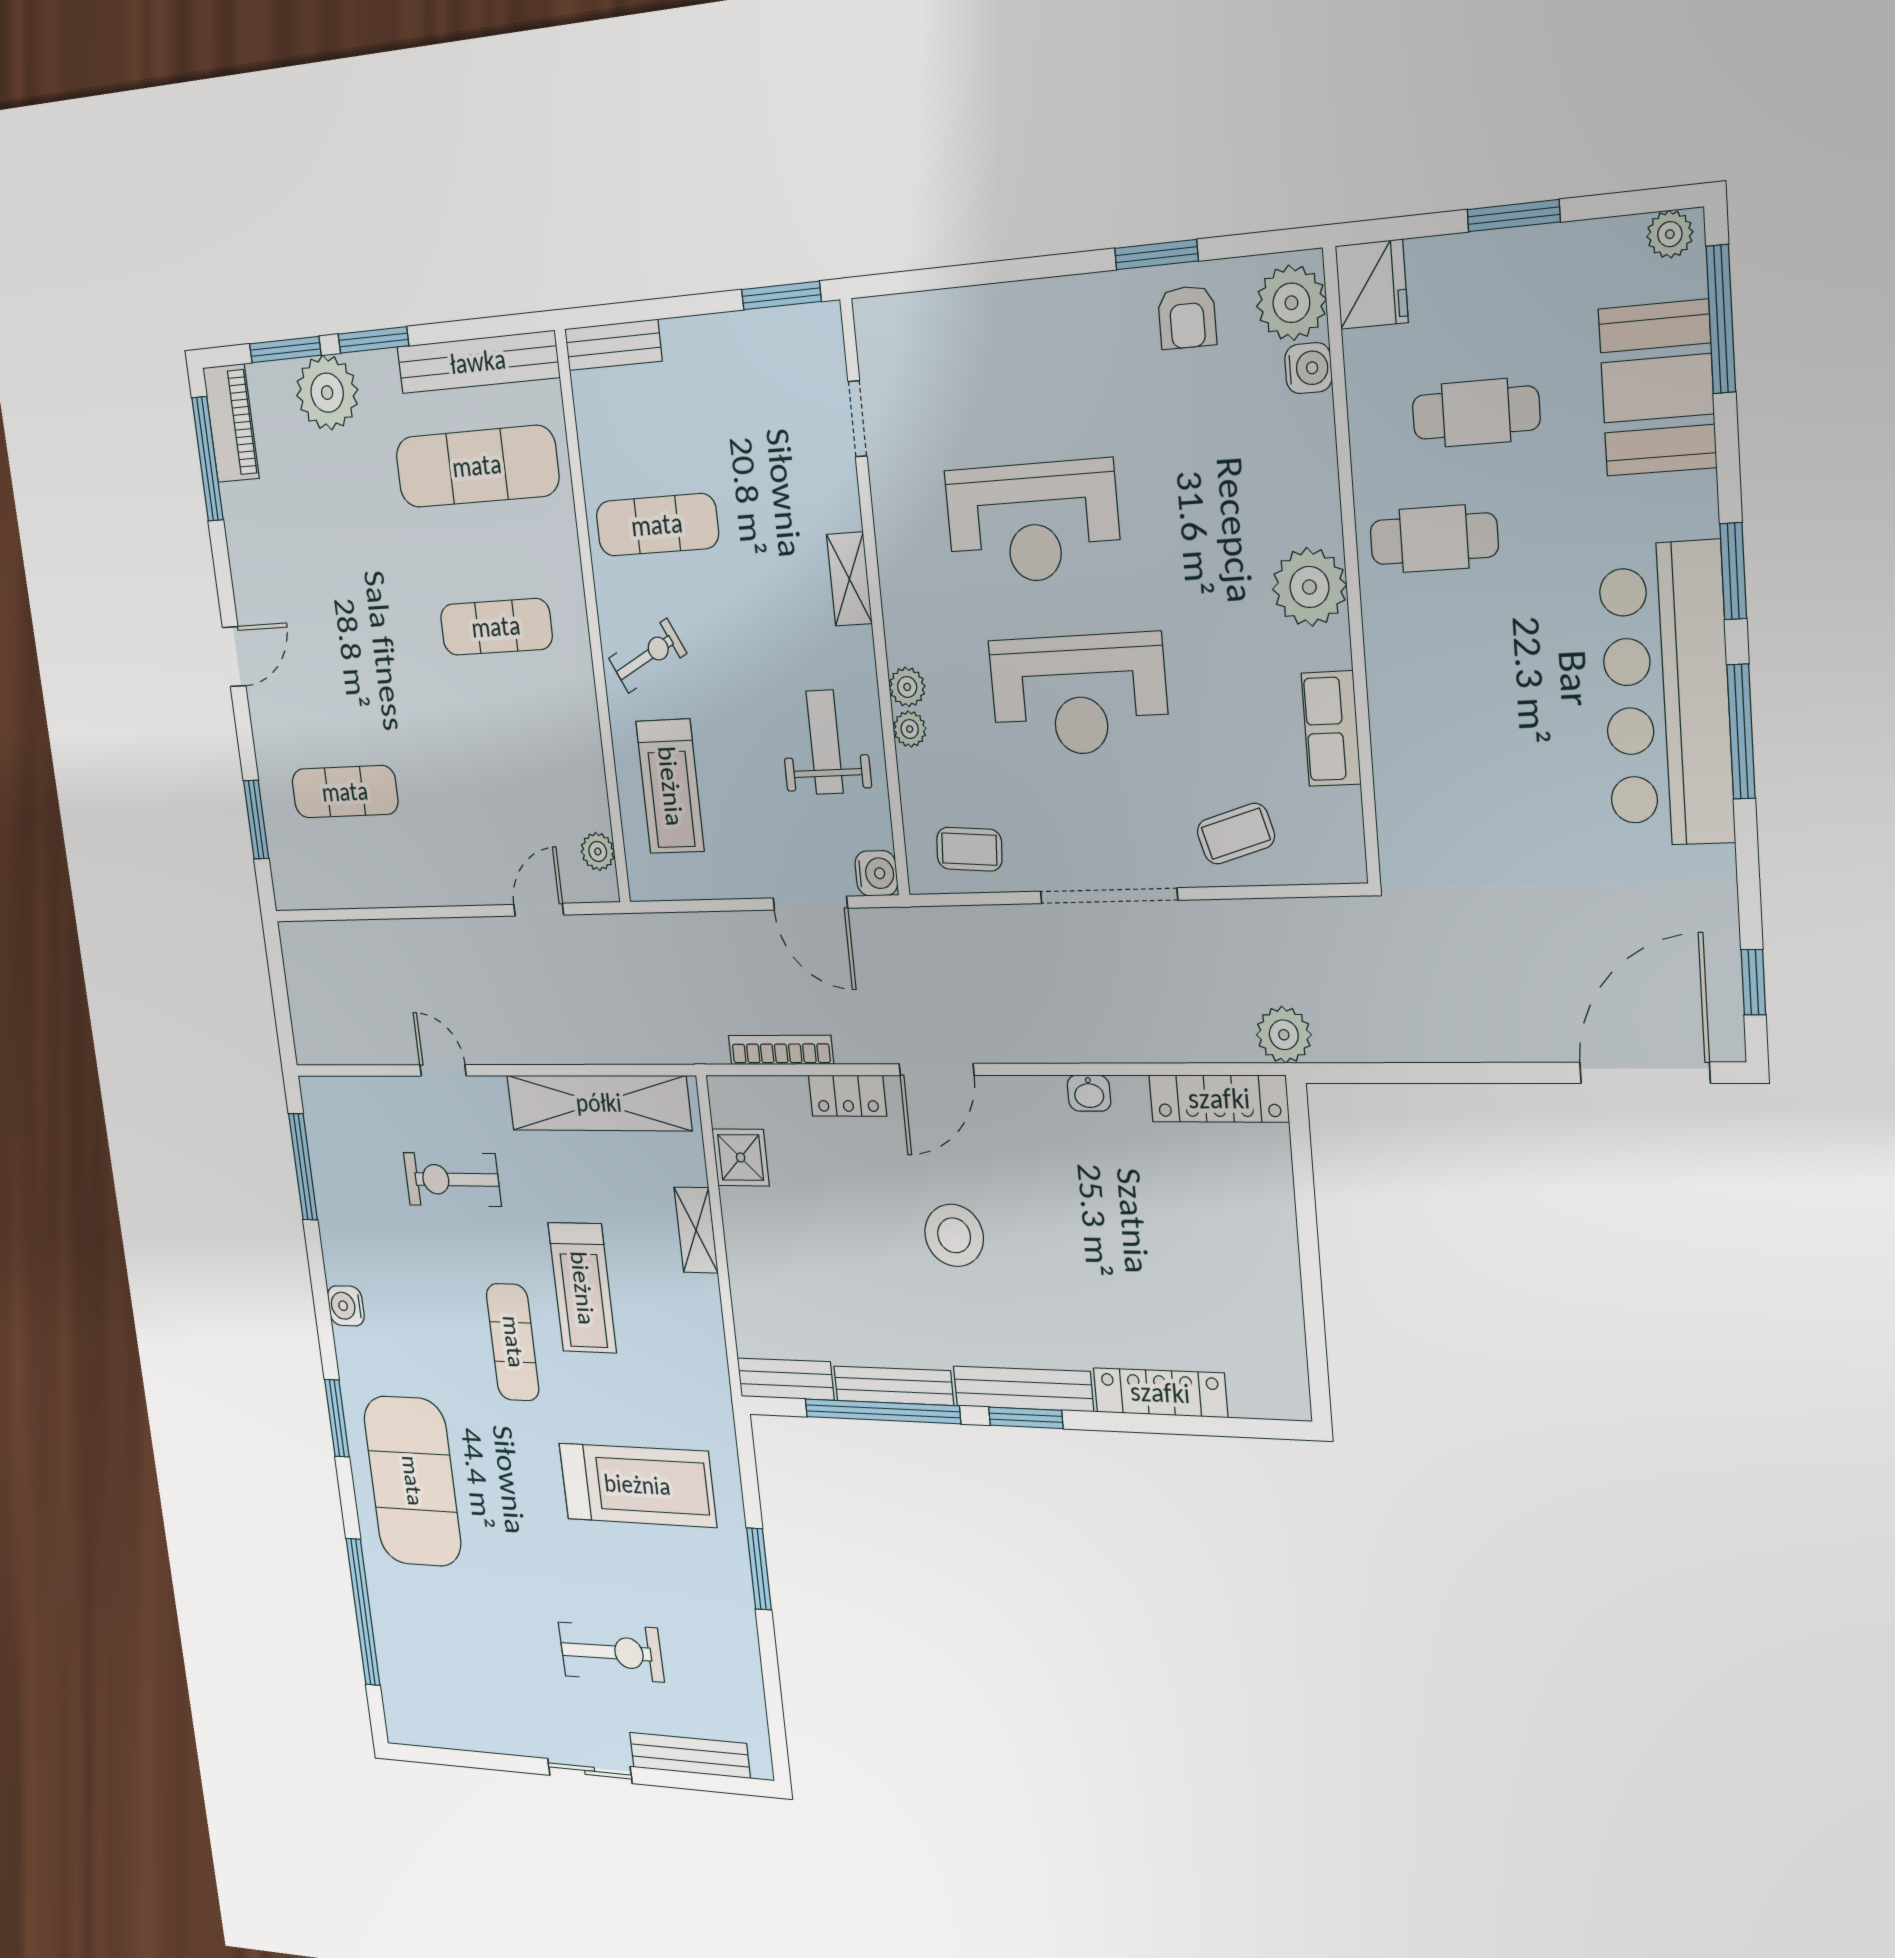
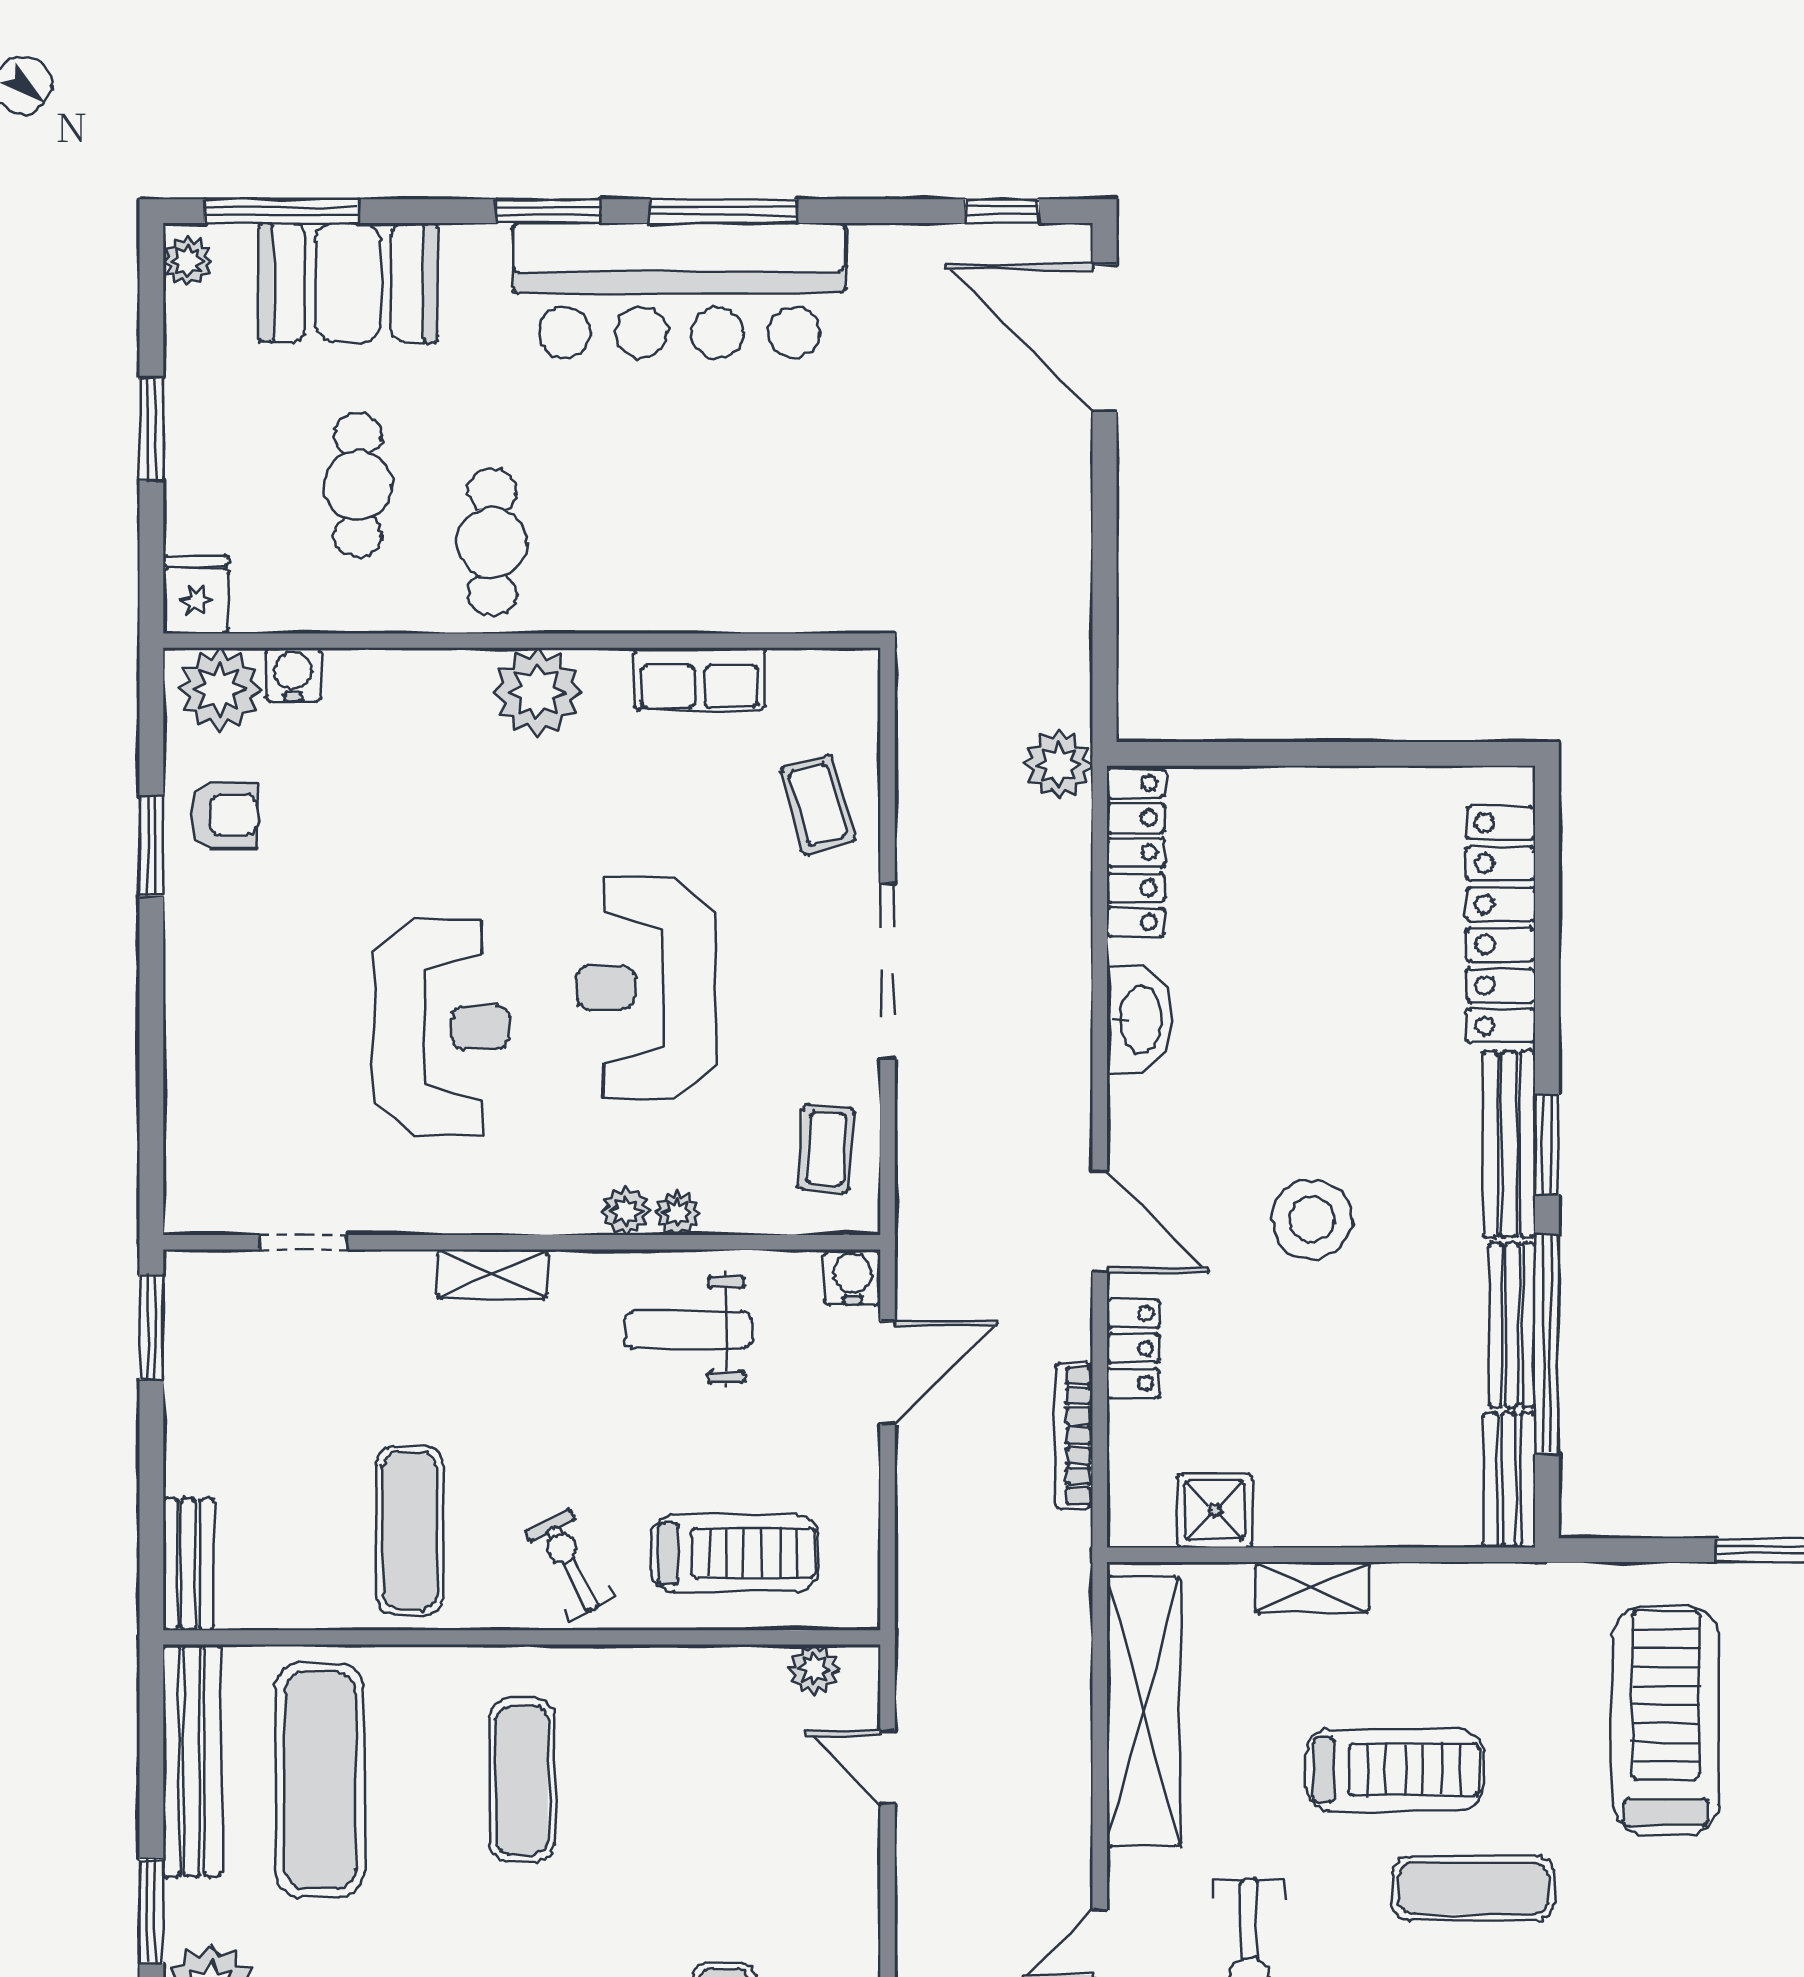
fridge: (1372, 284) -> (196, 594), width x0.72
reception desk: (1079, 695) -> (646, 988), turned 180
washbasin: (1089, 1093) -> (1139, 1020), width x1.91, depth x1.45
locker: (1160, 1393) -> (1501, 924), width x1.41, depth x1.21

